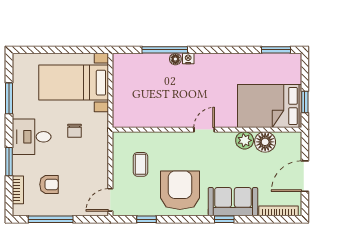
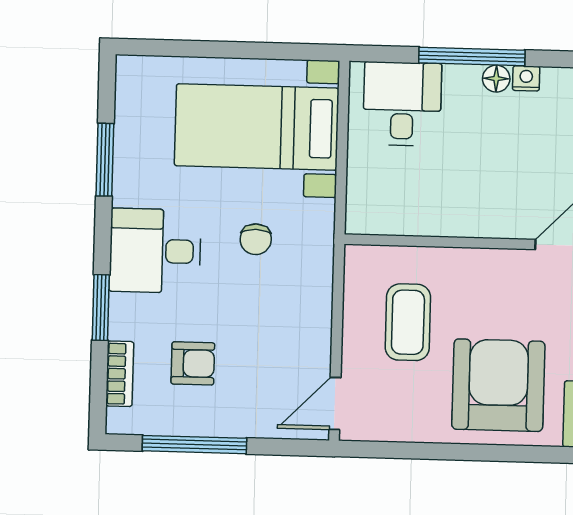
desk: (135, 71) -> (402, 104), added
coffee table: (141, 164) -> (408, 322), width x1.36, depth x1.30
window: (146, 219) -> (418, 451), removed

